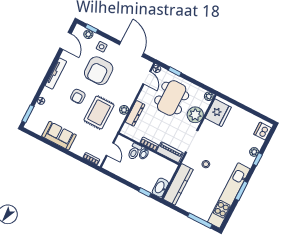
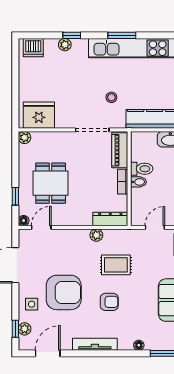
dining table: (172, 98) -> (51, 183), width x0.73
rug: (99, 113) -> (116, 265), width x0.73, depth x0.70
dresser: (135, 113) -> (110, 219), moved
plant: (195, 115) -> (56, 143), removed
toilet: (134, 151) -> (142, 169), moved

